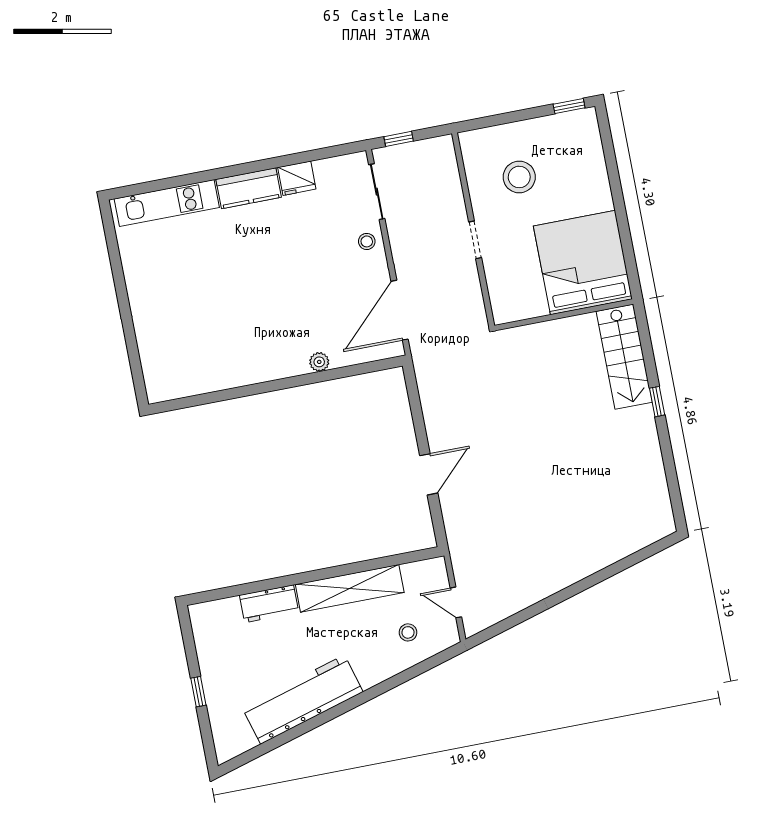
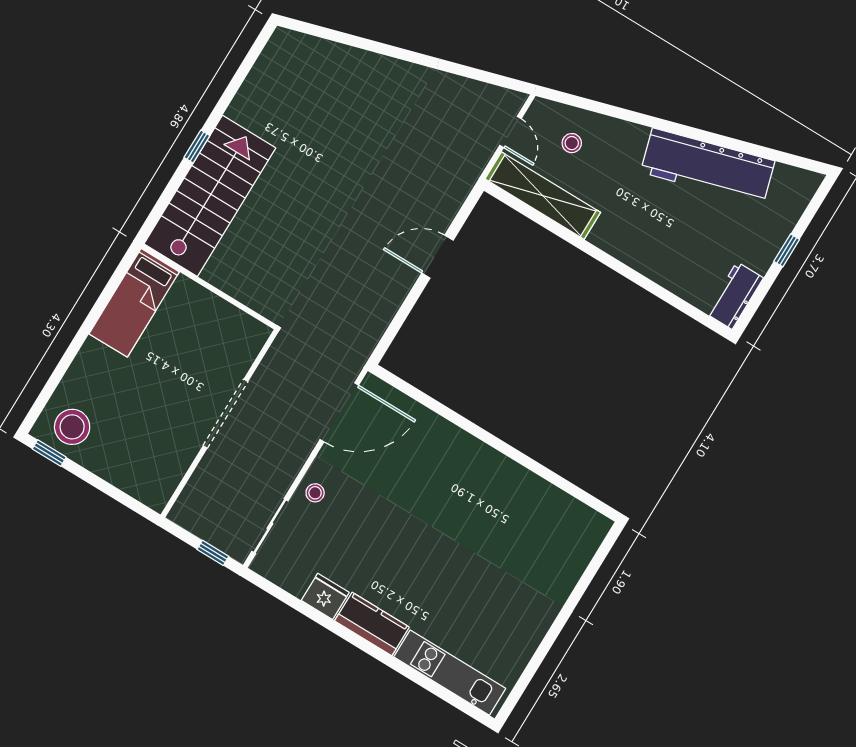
stool: (519, 177) -> (72, 427), moved
doorway: (475, 240) -> (225, 414), width x1.88
bed: (583, 263) -> (134, 303), width x0.49
stairs: (624, 357) -> (210, 196), width x1.36, depth x1.51
plant: (319, 362) -> (443, 430), removed
shelving: (350, 588) -> (543, 196), moved
workbench: (269, 604) -> (734, 296), moved, turned -90

